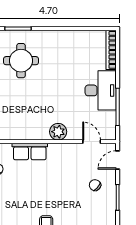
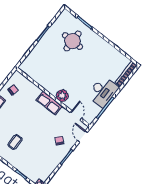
row of seats: (30, 152) -> (49, 103), moved
door: (118, 160) -> (82, 137), hinge flipped

